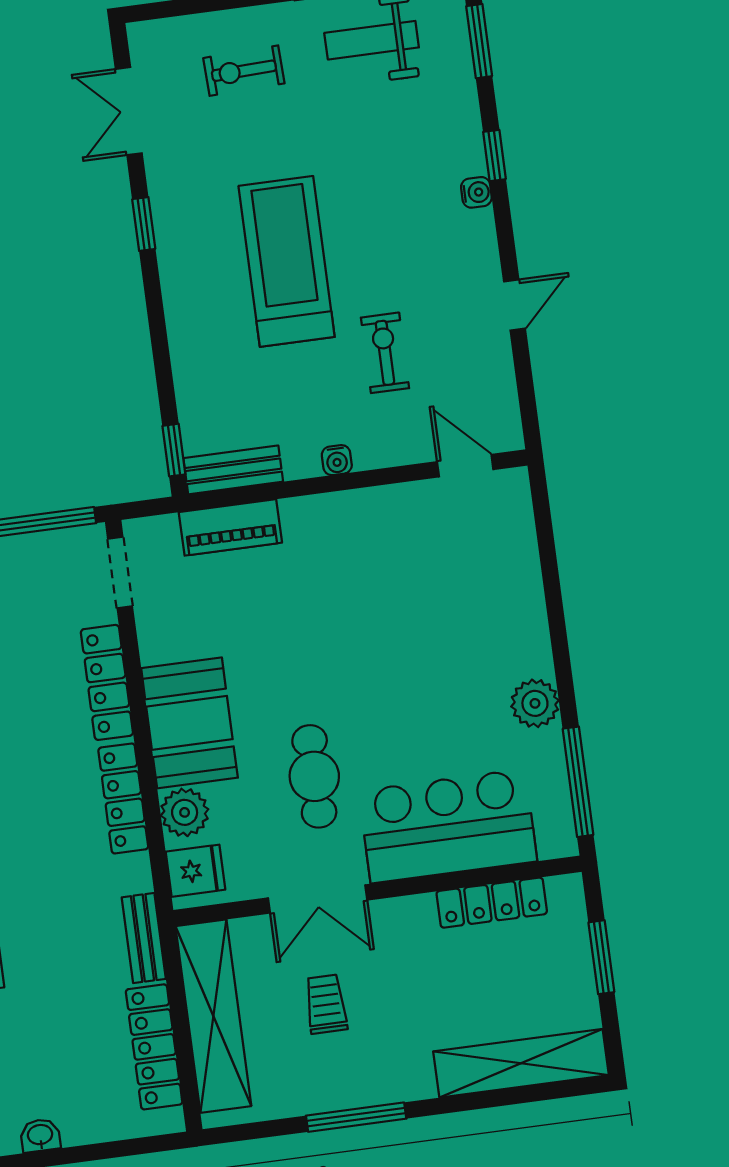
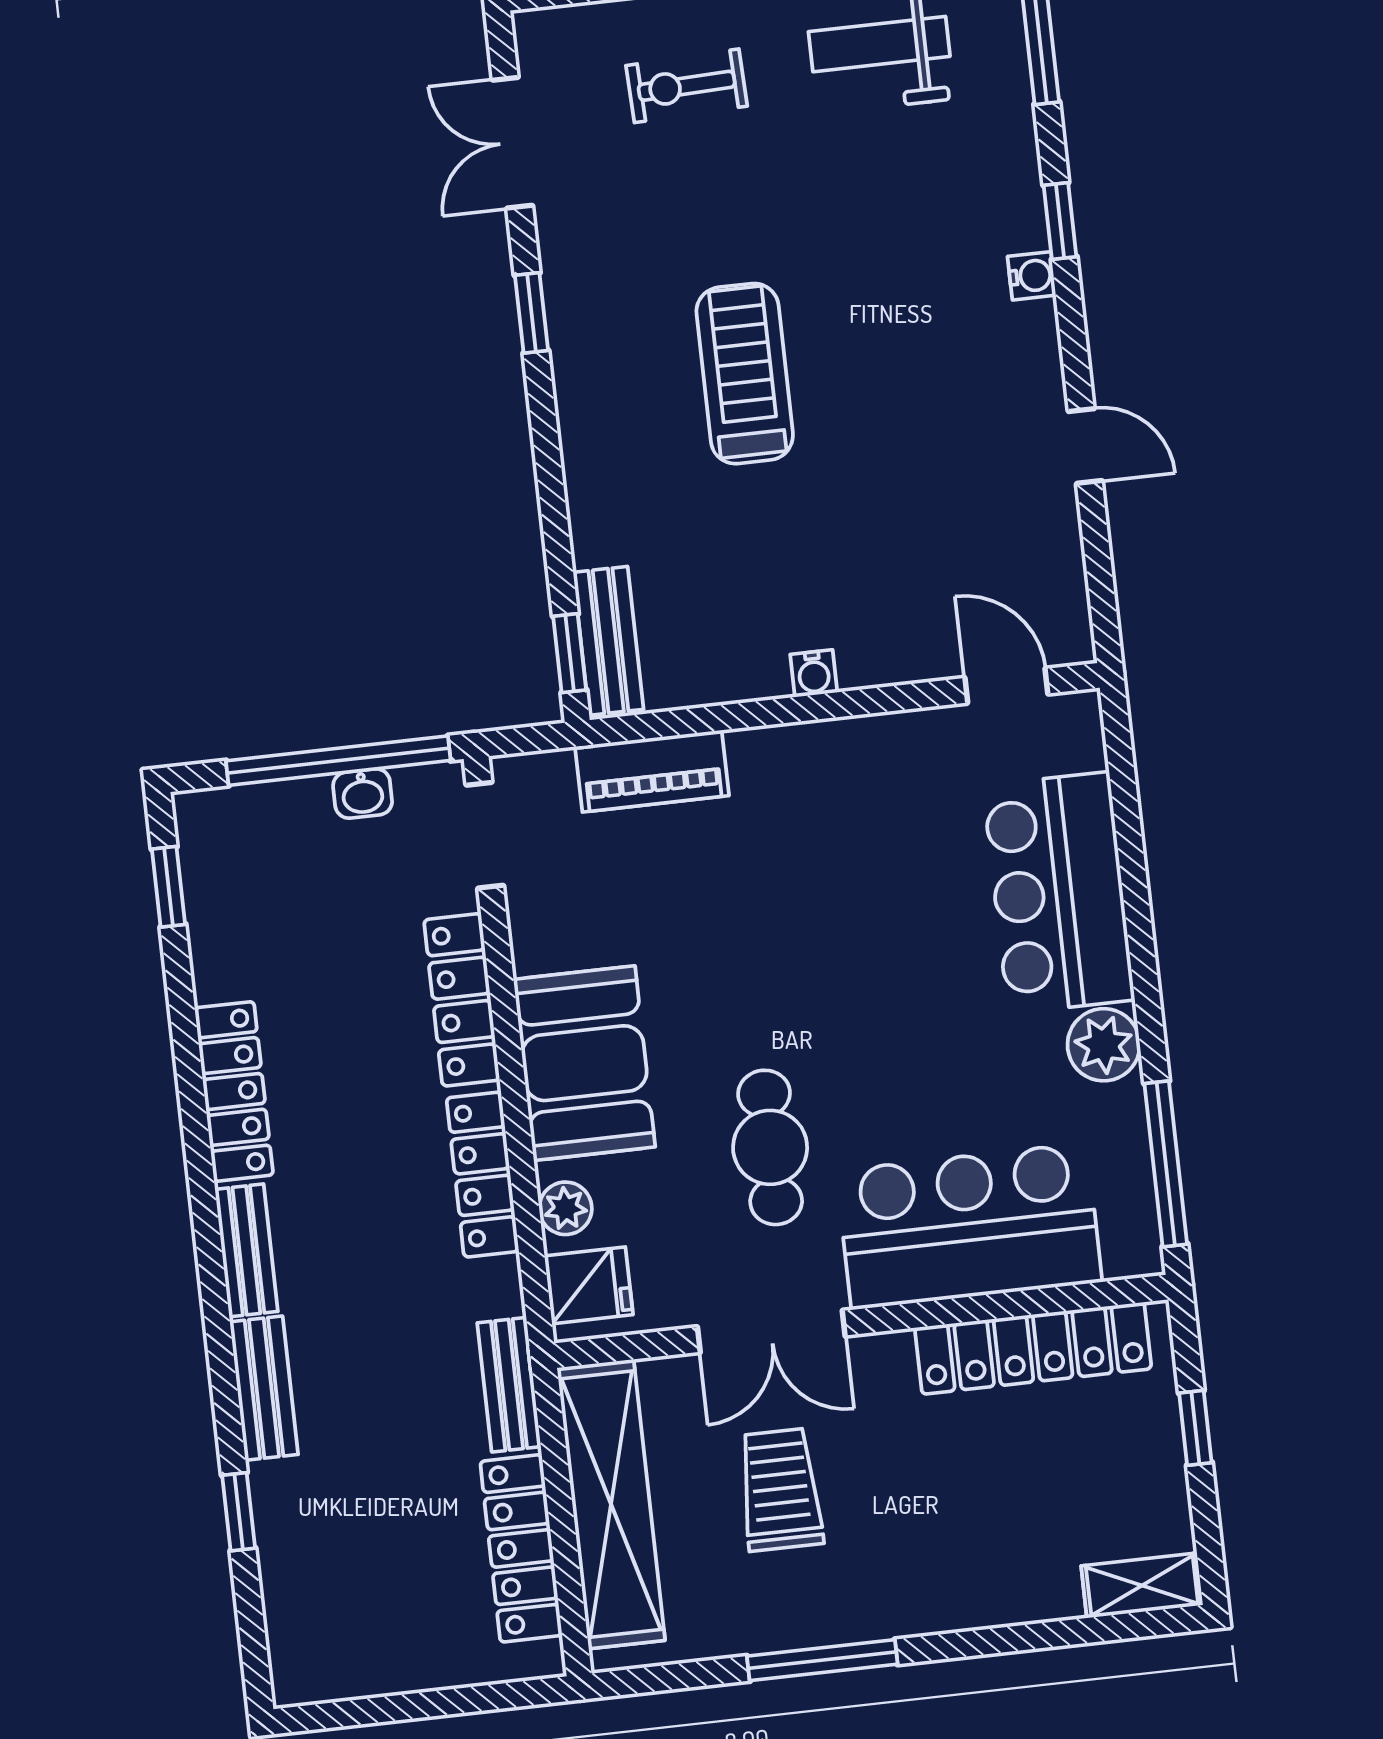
treadmill: (287, 261) -> (745, 374), width x0.73, depth x0.73
door: (514, 305) -> (1085, 446), hinge flipped
exercise bike: (385, 353) -> (889, 514), removed
bench: (233, 470) -> (608, 641), moved, turned 90
bar counter: (503, 603) -> (1059, 893), added
plant: (185, 812) -> (566, 1208), width x0.73, depth x0.73
locker: (492, 903) -> (1033, 1348), width x1.41, depth x1.21
window: (601, 957) -> (1195, 1428), width x0.67
trolley: (326, 1004) -> (780, 1490), width x1.36, depth x1.39
shelving: (521, 1063) -> (1142, 1585), width x0.45, depth x0.75
washbasin: (40, 1135) -> (363, 794), moved, turned 180

